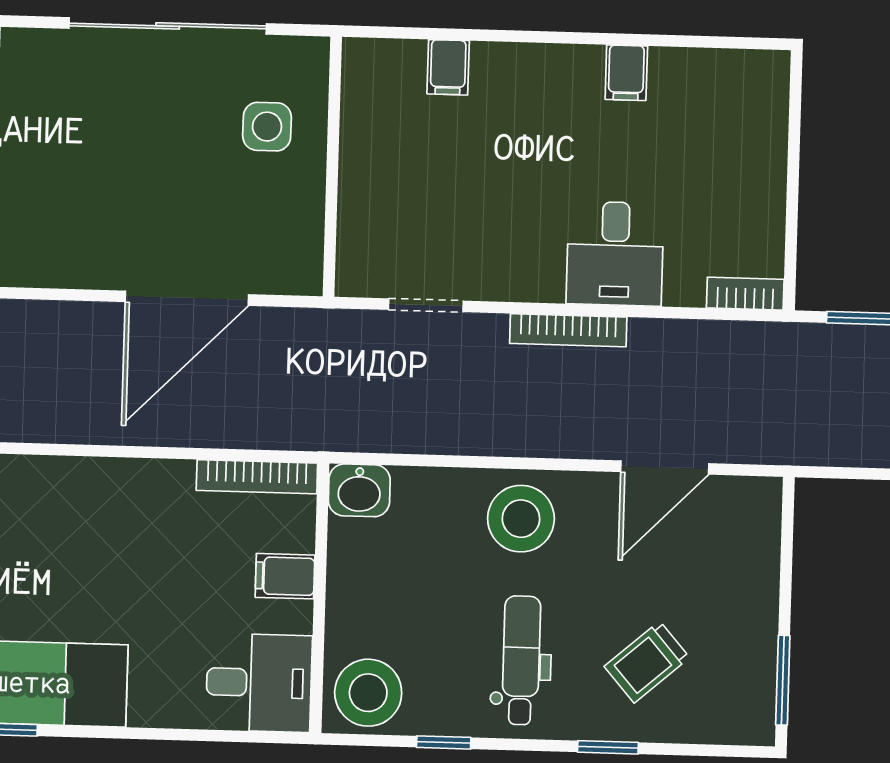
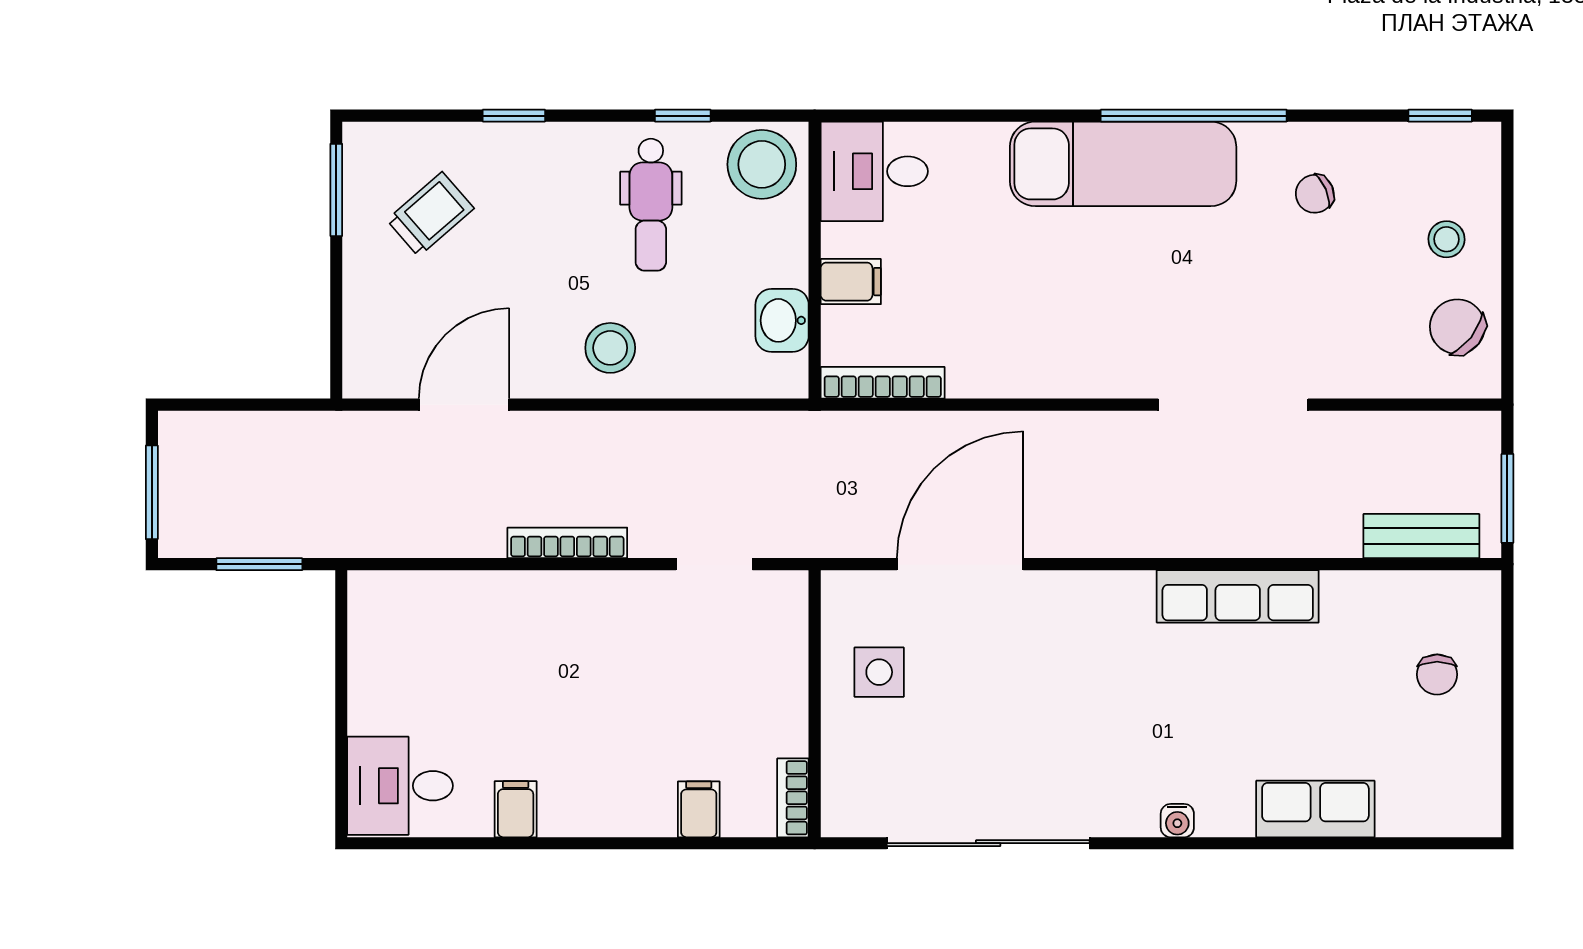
side table: (267, 127) -> (879, 672), moved
desk: (615, 254) -> (400, 786), moved, turned -90
bookcase: (745, 294) -> (793, 798), moved, turned 90
washbasin: (359, 490) -> (782, 320), moved, turned -90
stool: (521, 519) -> (610, 348), width x0.73, depth x0.73
dental chair: (521, 660) -> (651, 205), moved
trolley: (647, 662) -> (430, 214), moved

